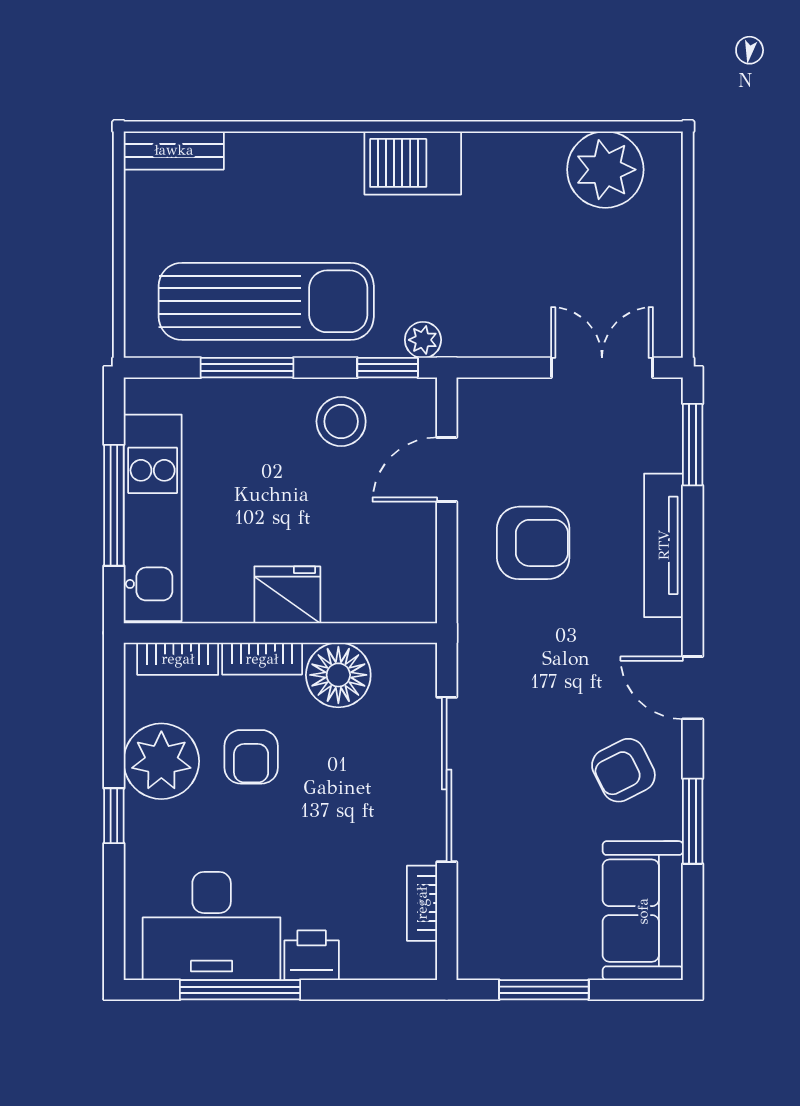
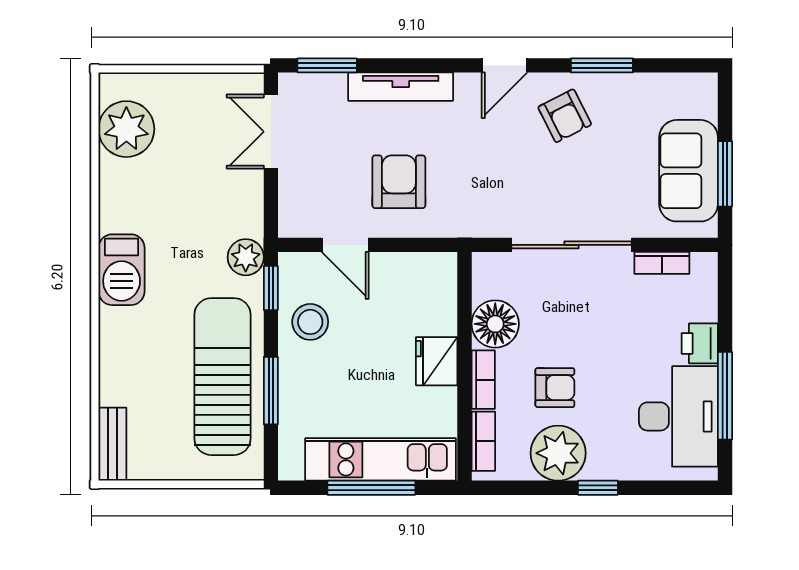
plant: (423, 340) -> (246, 257), width x1.38, depth x1.38
sofa: (643, 911) -> (689, 171), moved, turned 90

